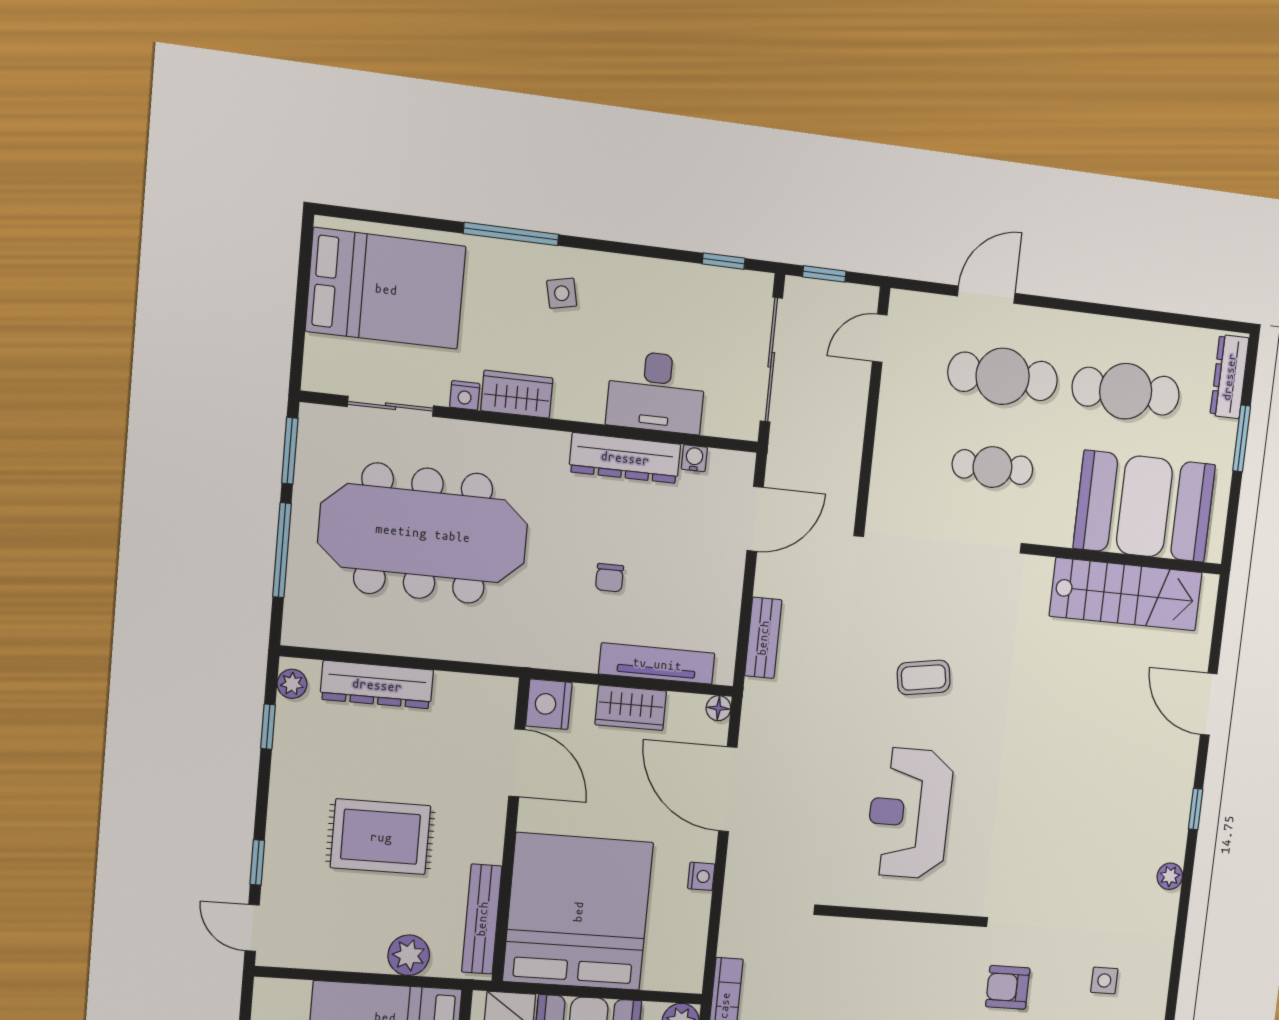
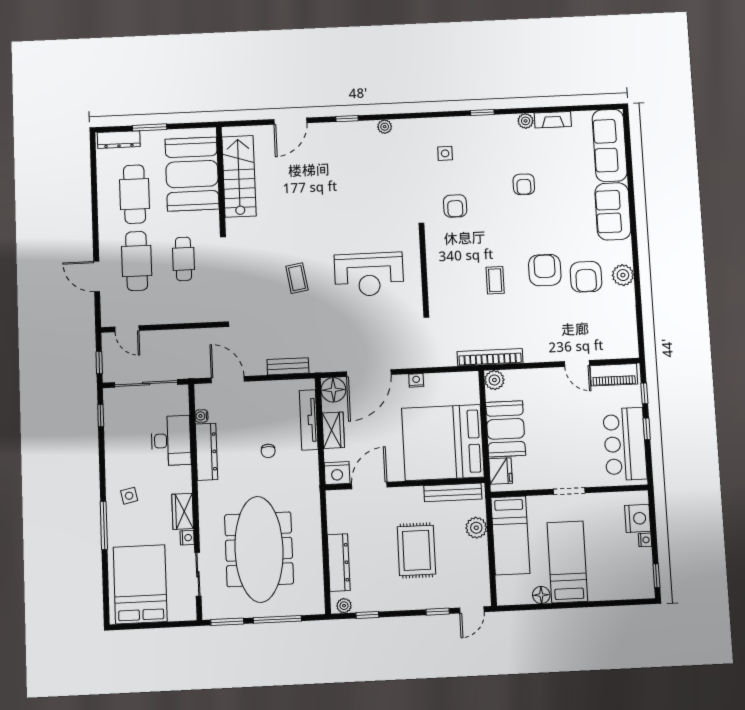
chair: (610, 578) -> (268, 451), turned 91
floor lamp: (718, 708) -> (333, 390), width x1.89, depth x1.89

